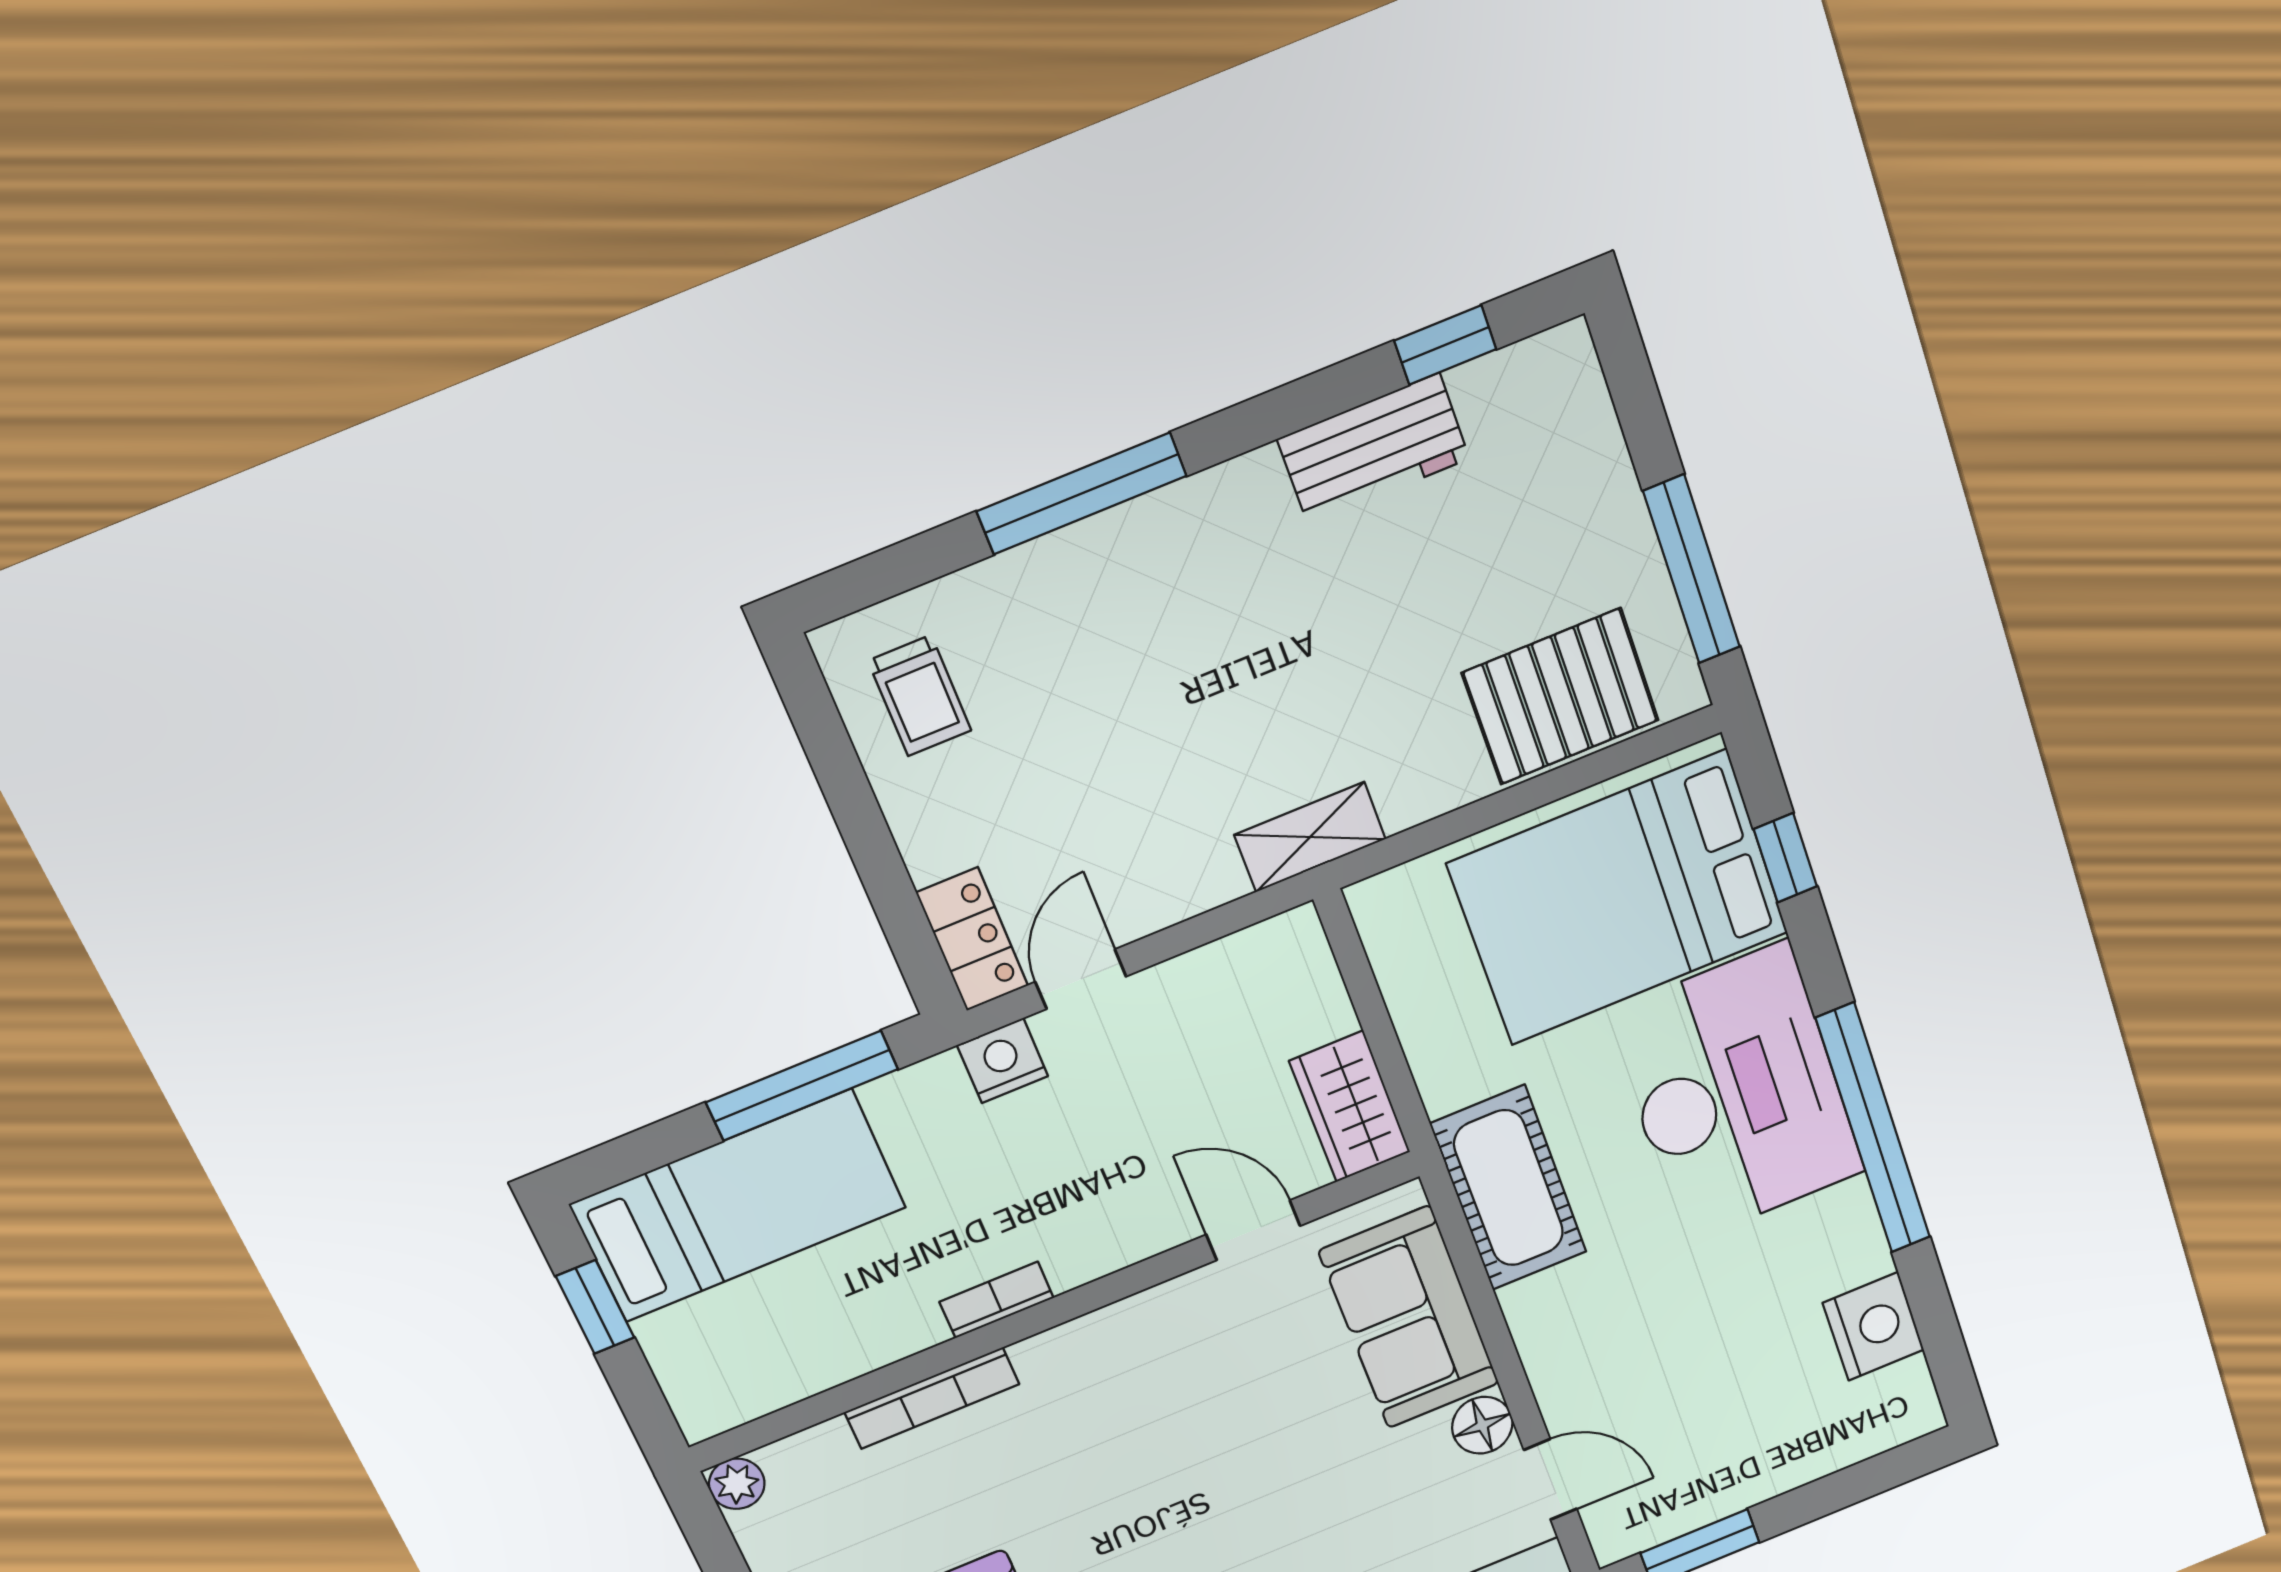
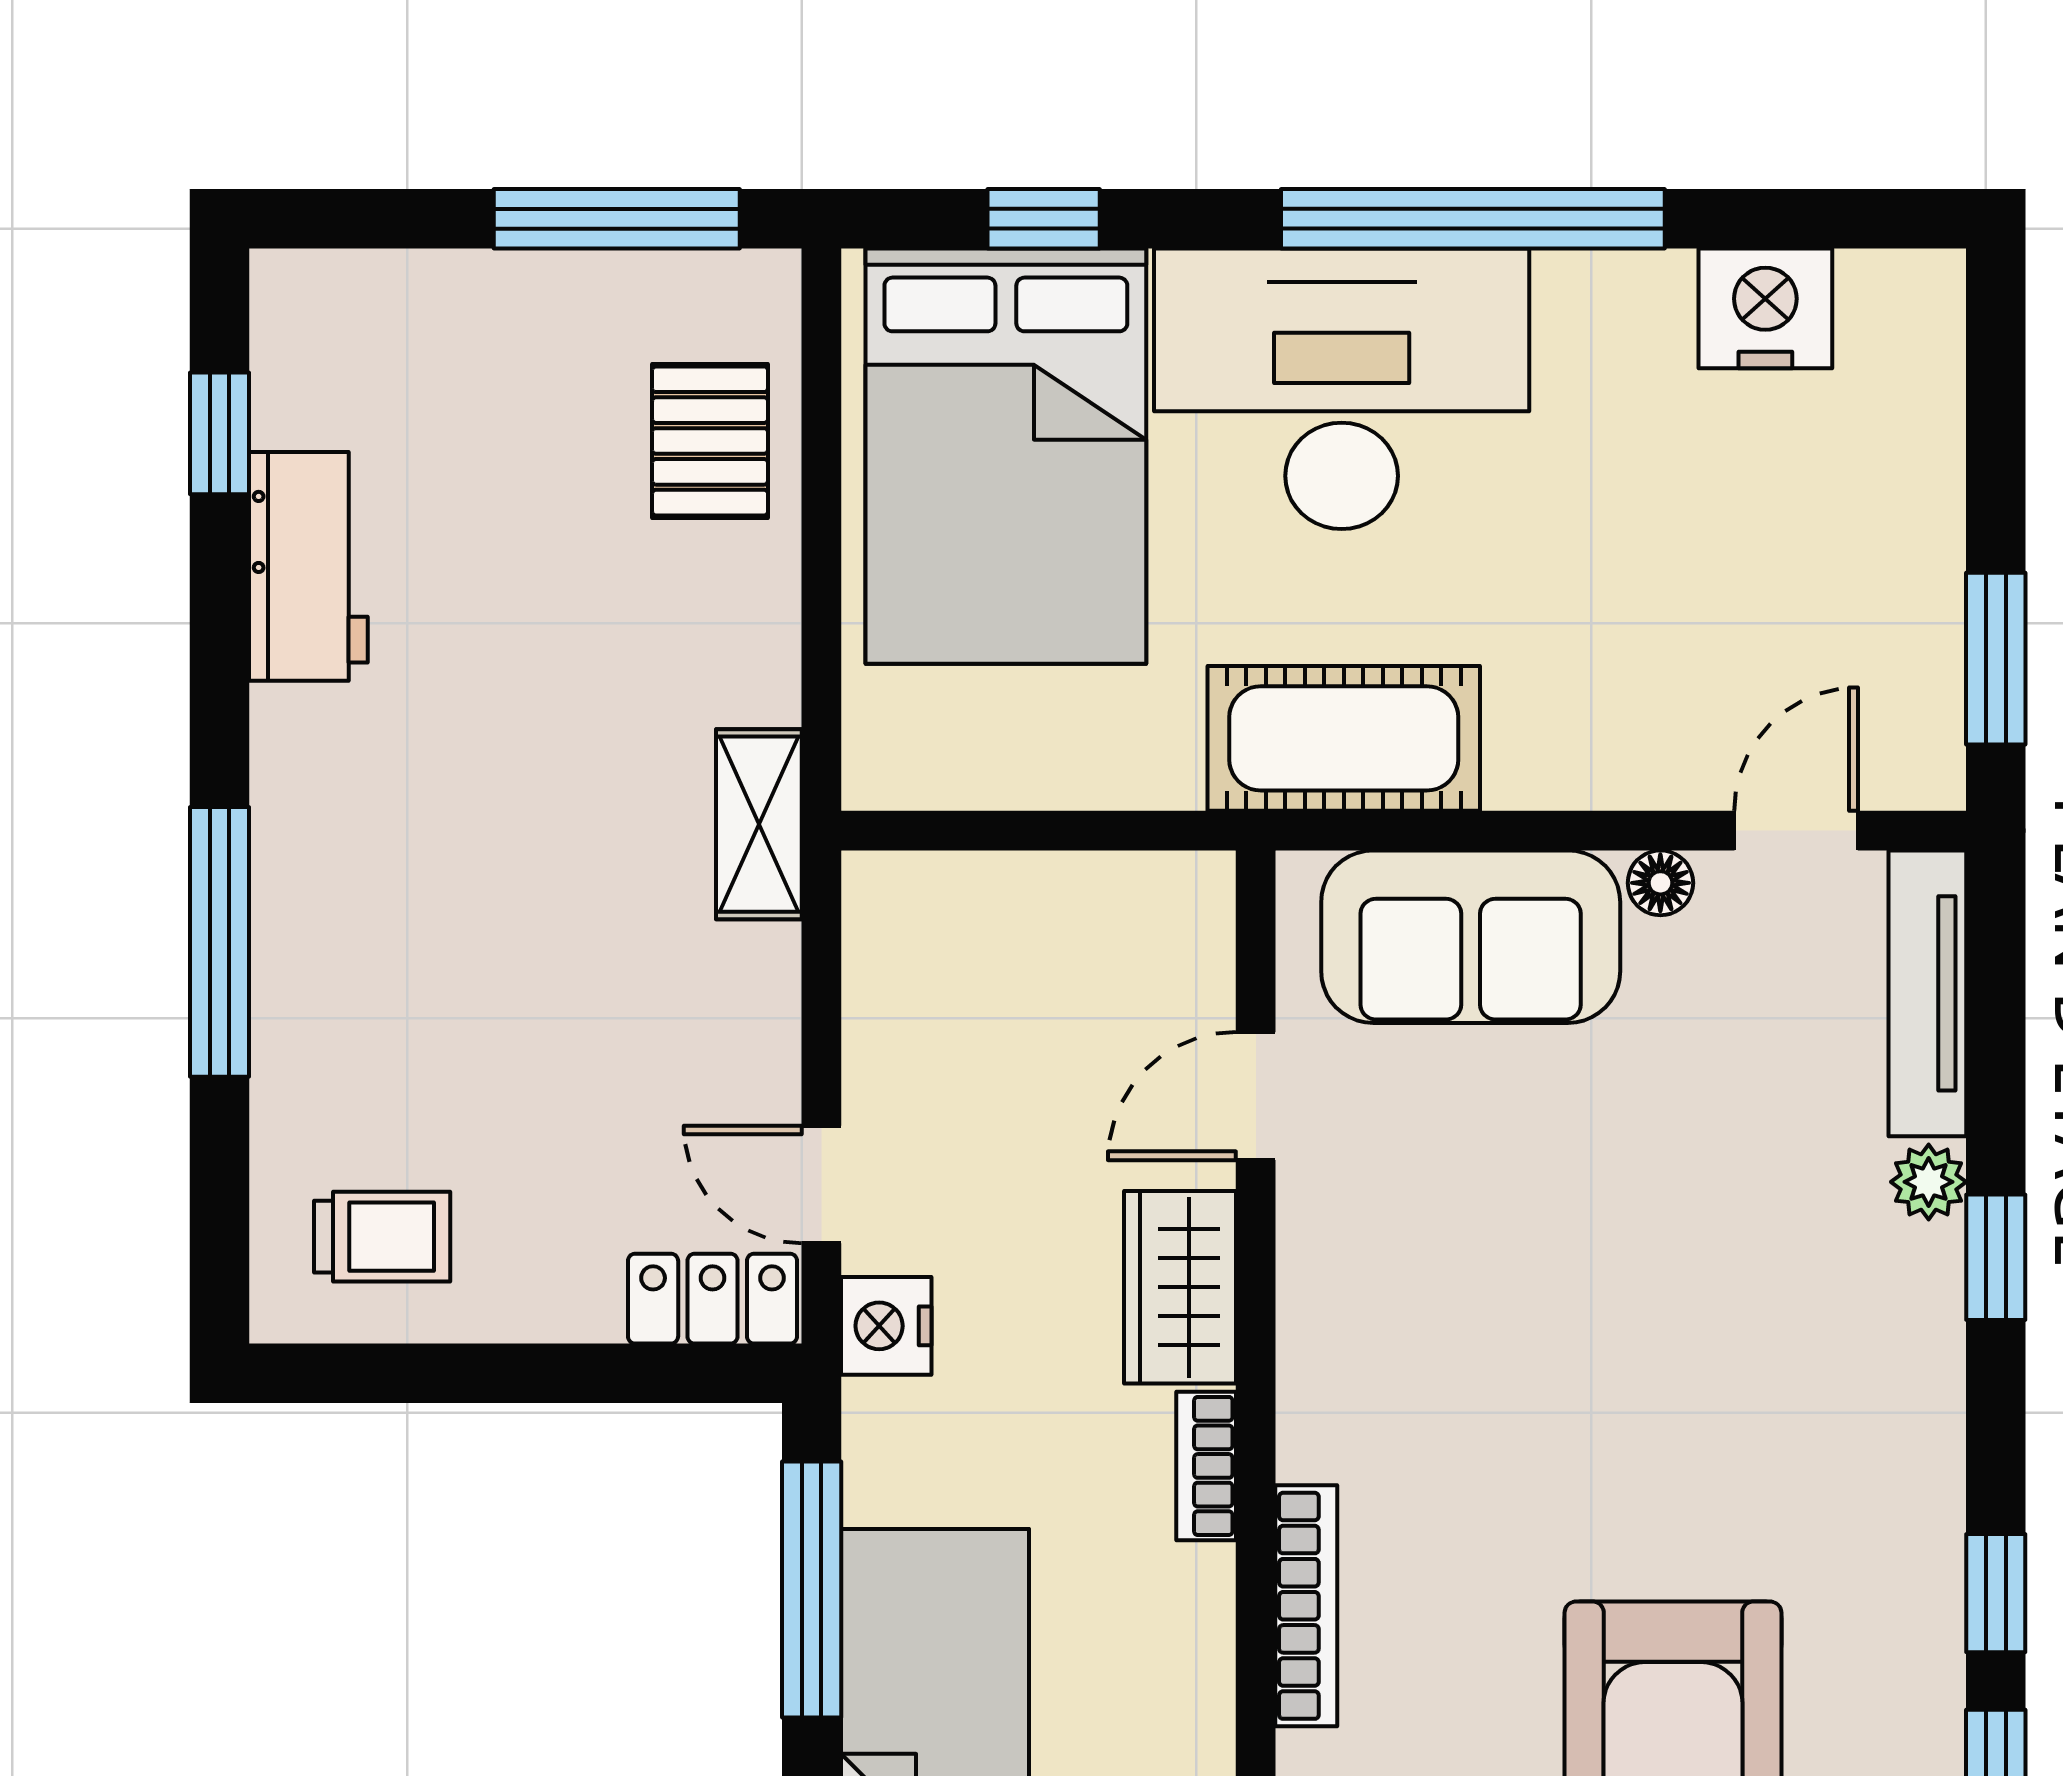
pallet: (1560, 696) -> (710, 441), width x0.67, depth x0.71
wardrobe: (1350, 1107) -> (1180, 1287), moved, turned 90
floor lamp: (1482, 1425) -> (1660, 883), width x0.73, depth x0.73

